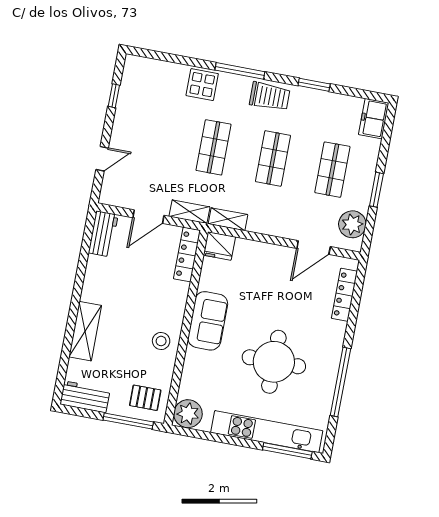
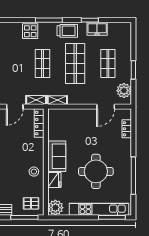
freezer: (374, 119) -> (97, 29), moved, turned -90
shop shelf: (273, 158) -> (75, 63), width x1.43, depth x1.36
fridge: (219, 246) -> (54, 180), moved, turned -90
locker: (344, 295) -> (127, 129), width x0.66

